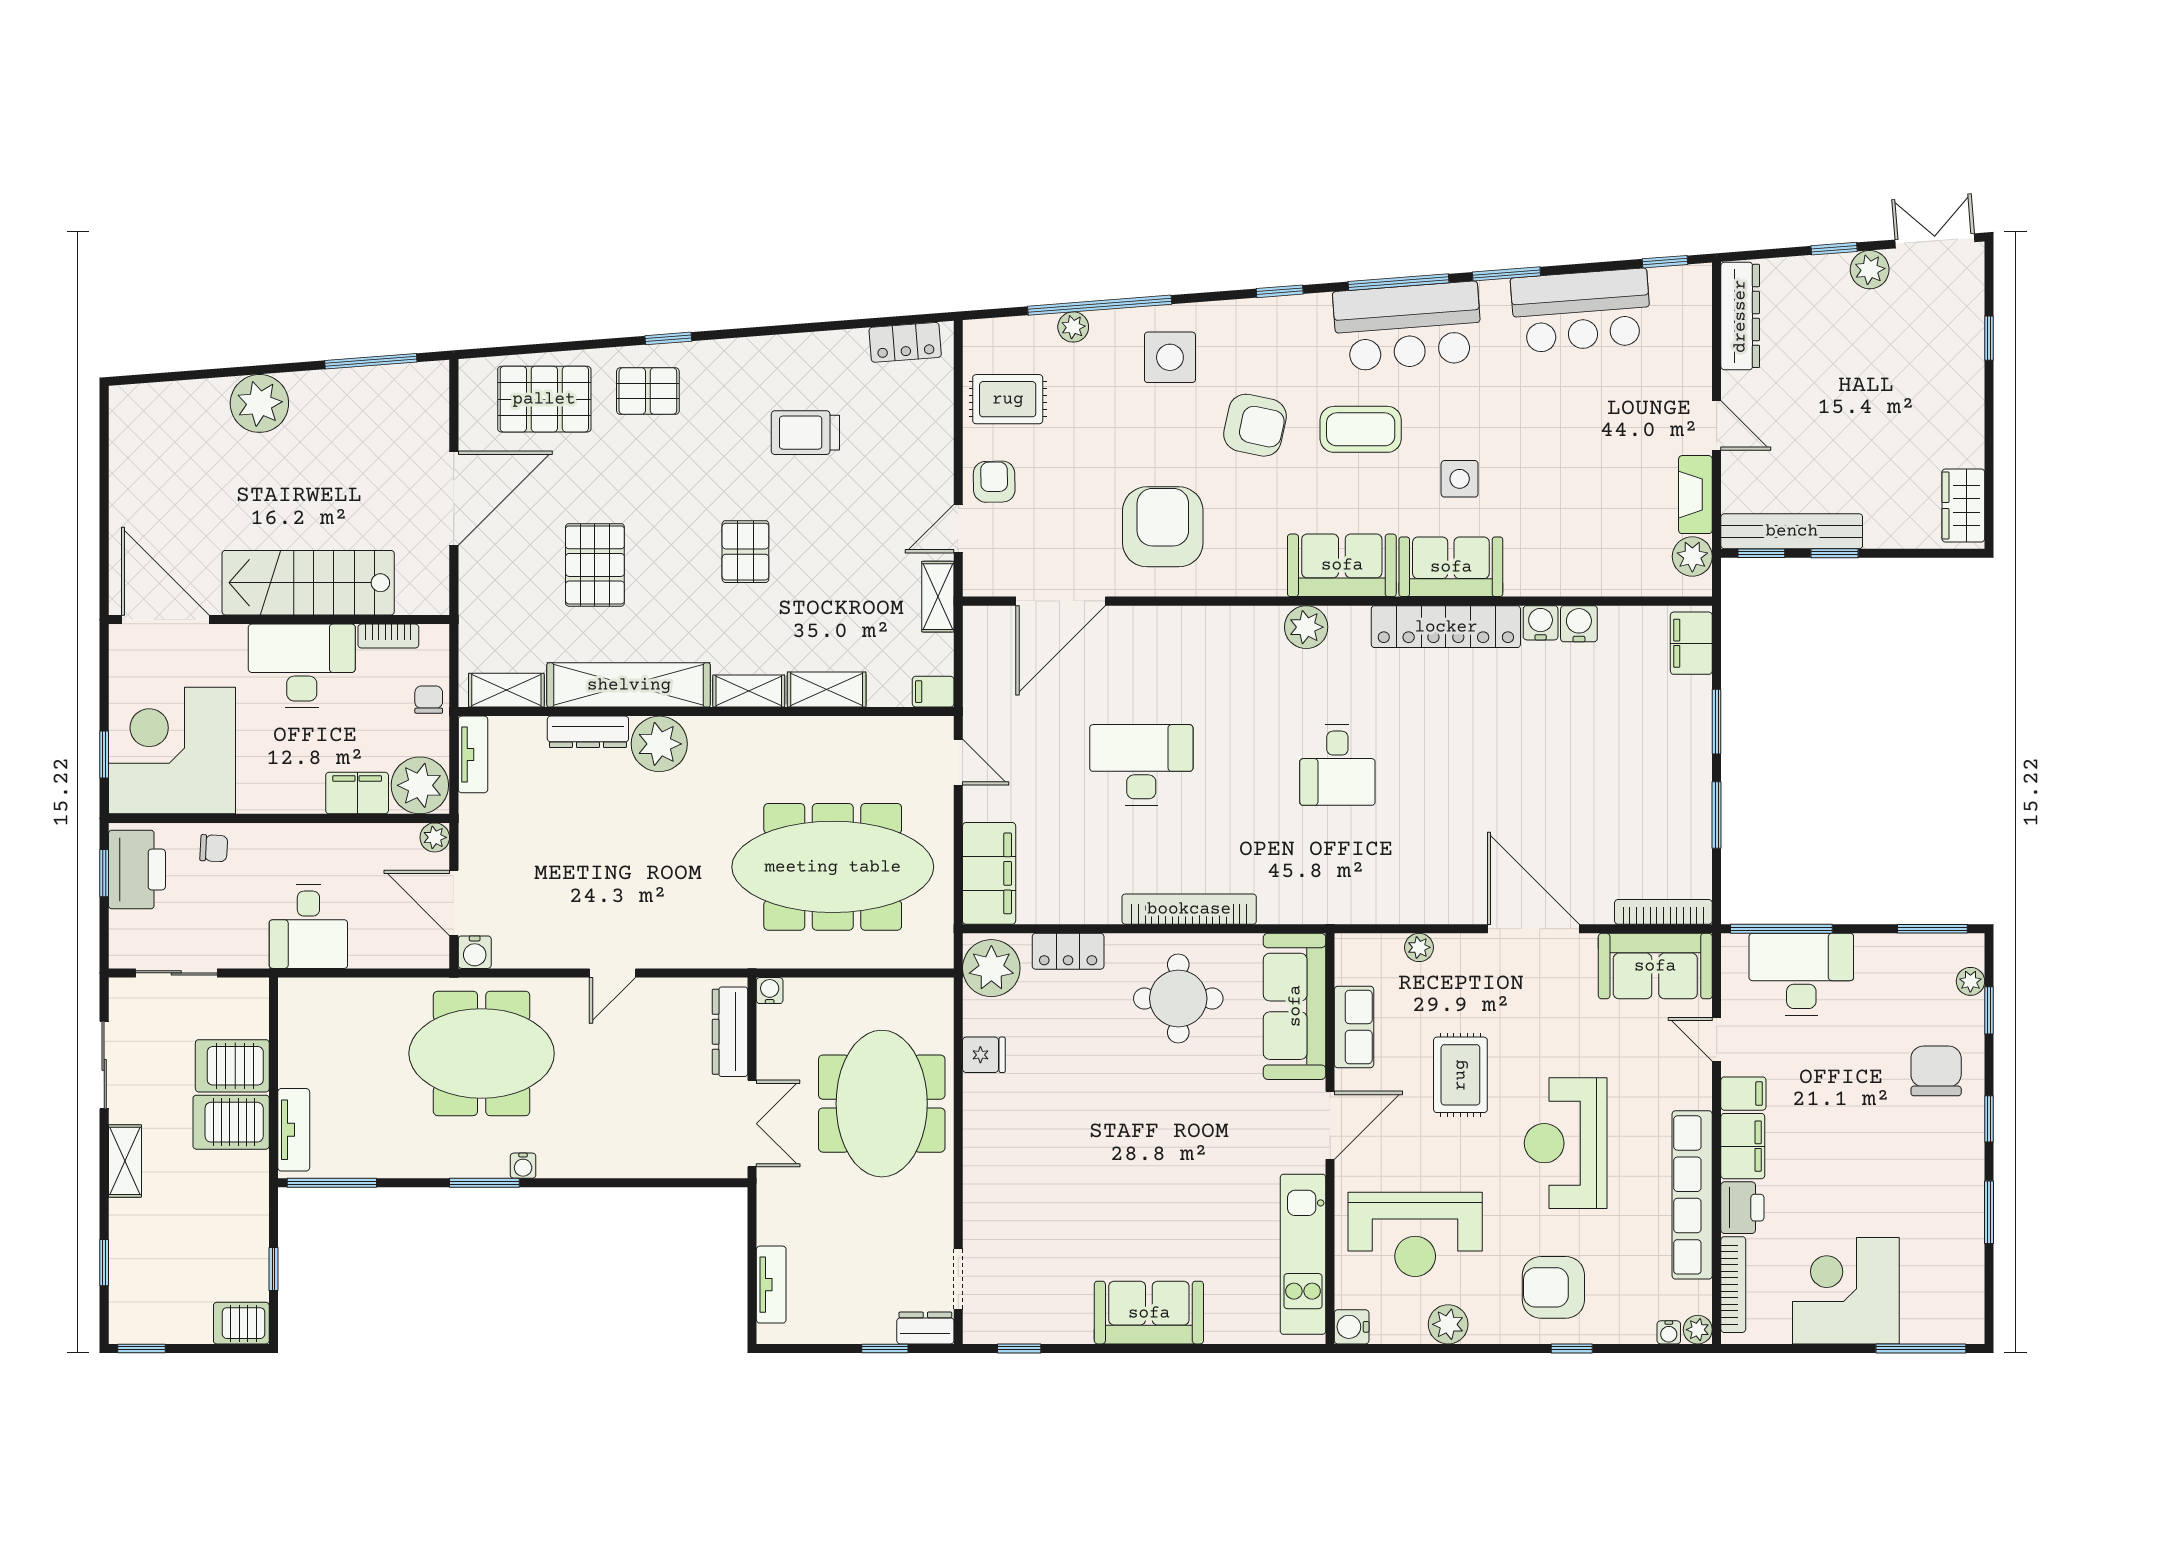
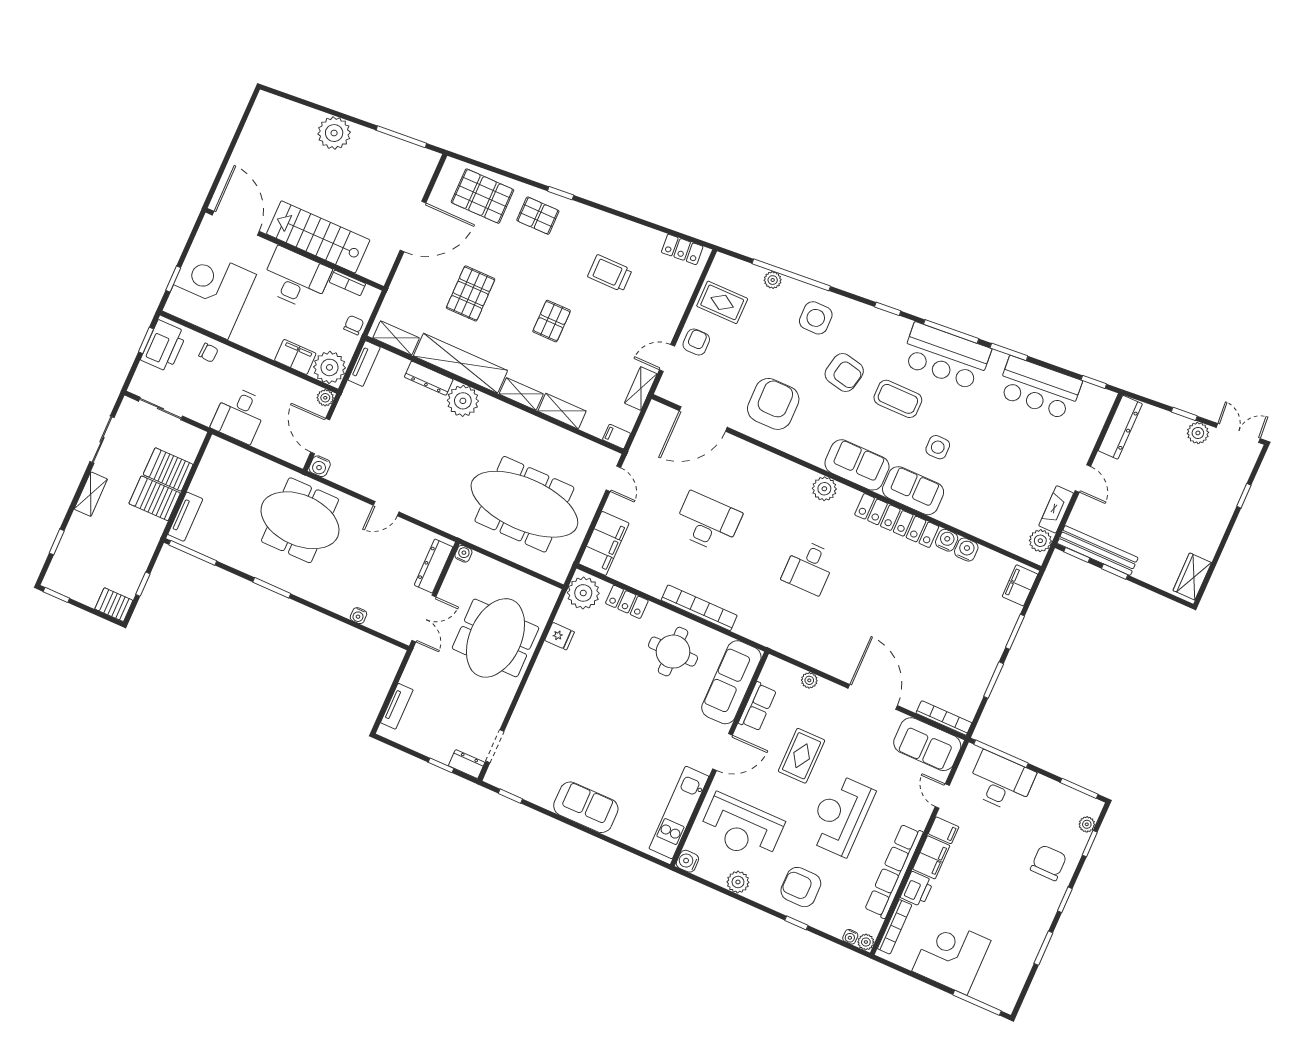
water cooler: (523, 1166) -> (358, 616), moved

